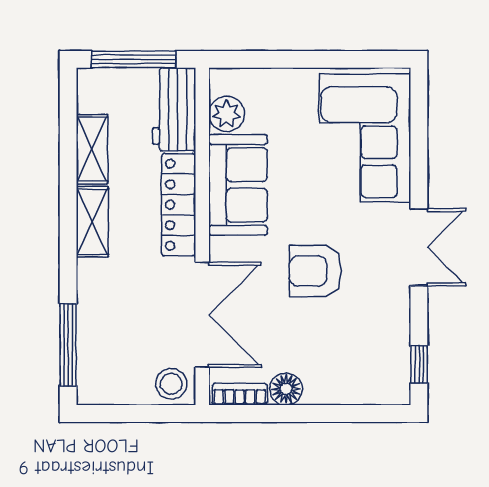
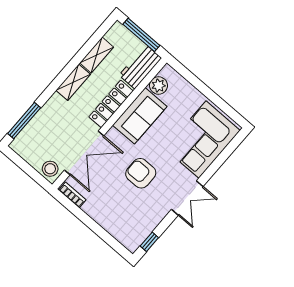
floor lamp: (286, 389) -> (91, 208), removed

